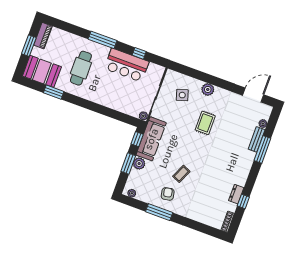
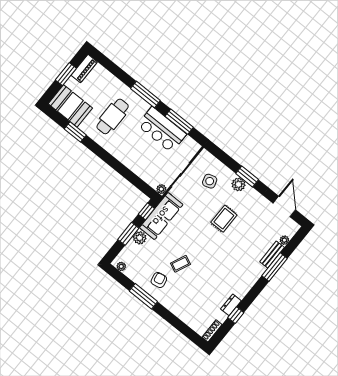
window: (139, 53) -> (179, 122), width x2.17
window: (213, 80) -> (247, 176), added
door: (253, 95) -> (284, 206), hinge flipped

